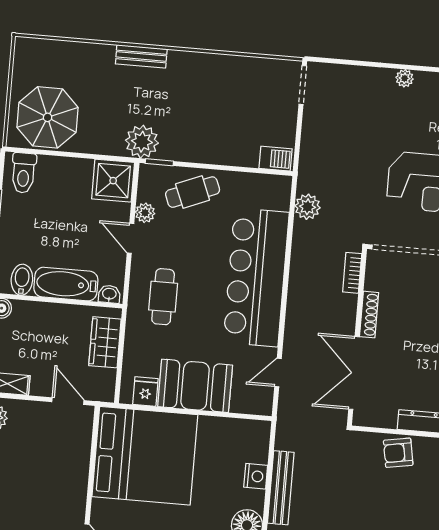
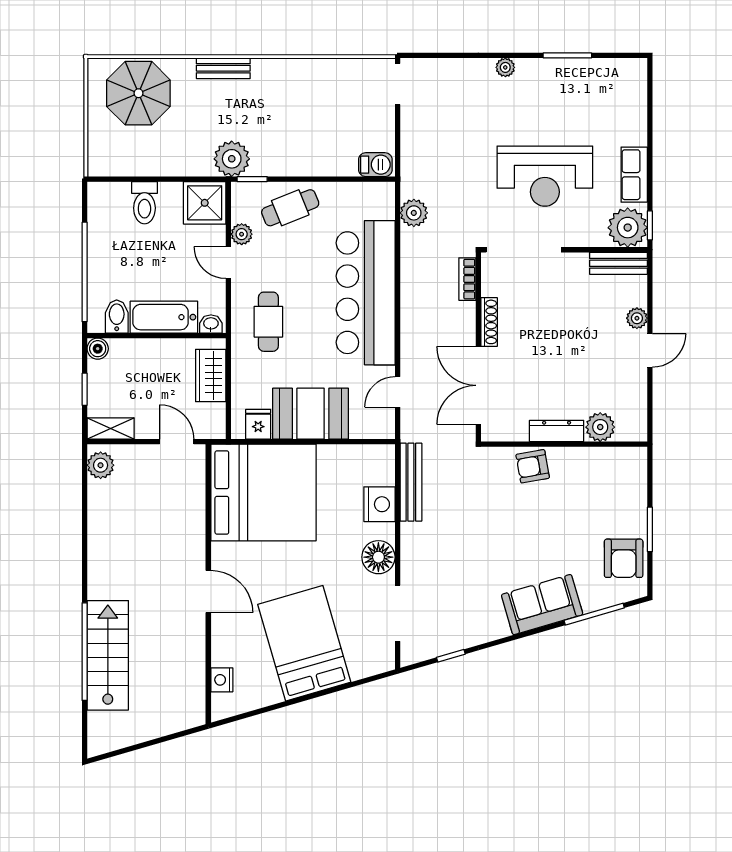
parasol: (48, 117) -> (138, 93), moved
toilet: (24, 173) -> (144, 203), moved
nightstand: (256, 476) -> (379, 504), width x1.36, depth x1.33
bench: (281, 488) -> (411, 482), moved

